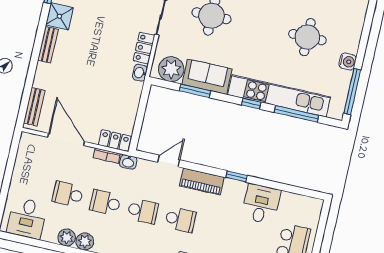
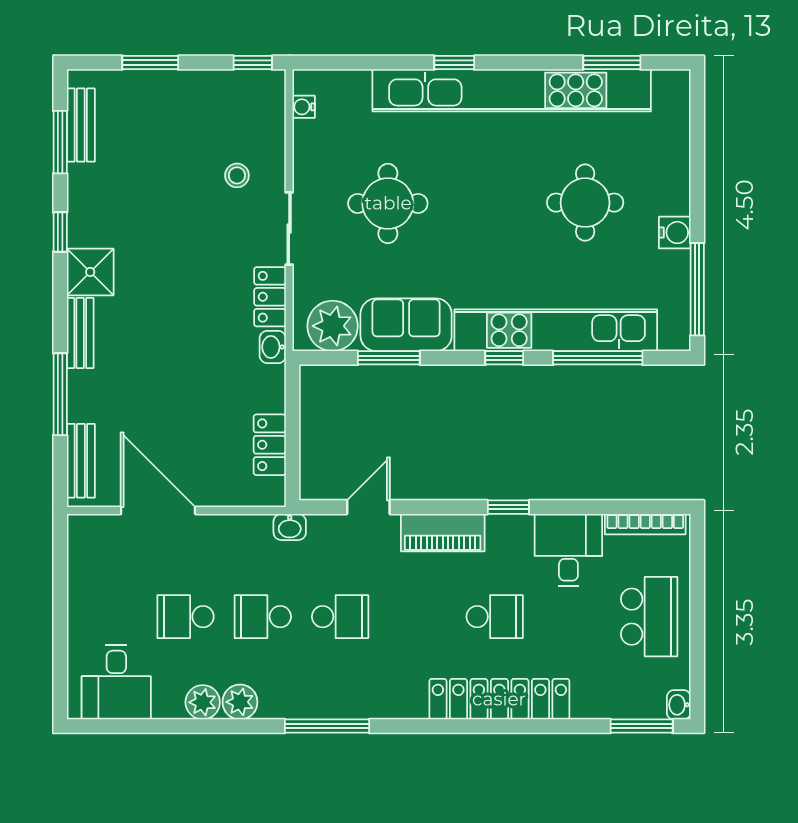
window: (31, 72) -> (60, 394), added
locker: (115, 141) -> (270, 445), moved, turned -90
bookcase: (107, 156) -> (645, 524), moved, width x1.56
school desk: (180, 220) -> (495, 617), moved

